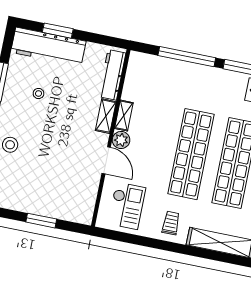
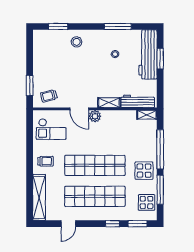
display table: (213, 86) -> (144, 171), added
shelving: (124, 116) -> (147, 115), moved
door: (106, 160) -> (79, 109), hinge flipped
trolley: (79, 200) -> (49, 96), added
window: (41, 221) -> (30, 86), moved

